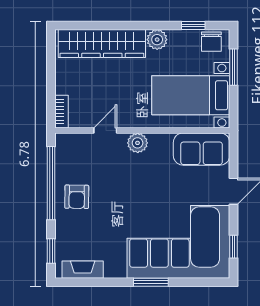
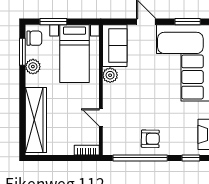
window: (193, 26) -> (22, 52), width x1.50
plant: (157, 40) -> (33, 67), moved
plant: (138, 143) -> (110, 75), moved
window: (234, 247) -> (188, 22), width x1.50

